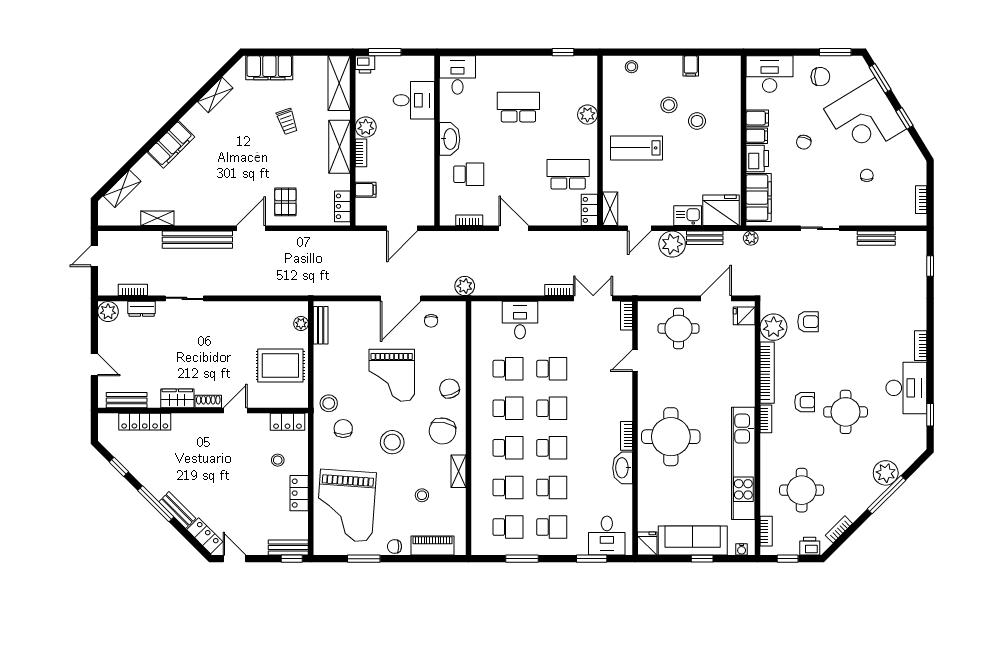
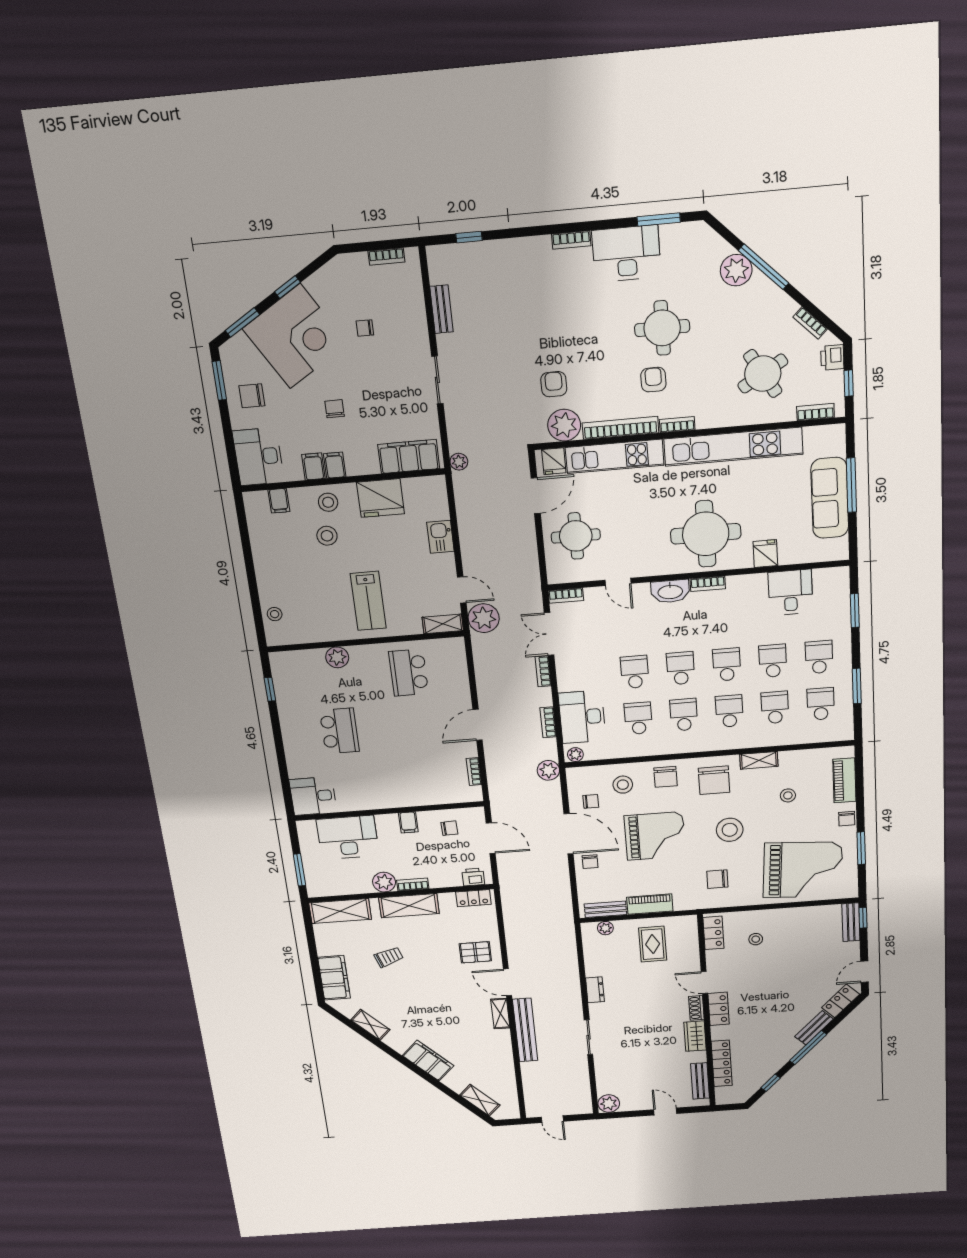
printer: (365, 64) -> (473, 877), moved, turned -90
filing cabinet: (691, 66) -> (279, 501), moved, turned 90
chair: (820, 77) -> (252, 396), turned -90
desk: (414, 100) -> (348, 837), width x1.37
stool: (669, 105) -> (328, 502), moved
school desk: (518, 107) -> (340, 731), turned 180
washbasin: (450, 139) -> (385, 798), removed
chair: (804, 142) -> (335, 409), turned -106
printer: (757, 159) -> (362, 462), removed
school desk: (469, 174) -> (422, 776), removed
filing cabinet: (366, 190) -> (408, 822), moved, turned 180
chair: (415, 192) -> (449, 828), added
locker: (589, 210) -> (447, 646), removed
fridge: (721, 210) -> (381, 498), moved, turned -90
shelving: (157, 218) -> (500, 1014), moved
bench: (705, 238) -> (465, 515), removed
plant: (672, 244) -> (484, 618), moved
bookcase: (133, 290) -> (548, 722), moved
door: (716, 298) -> (536, 496), swing flipped
dresser: (142, 309) -> (595, 990), moved
plant: (478, 311) -> (575, 755), added
chair: (371, 315) -> (590, 862), added
desk: (520, 320) -> (582, 717), width x1.37
door: (94, 365) -> (665, 1112), hinge flipped
rug: (280, 366) -> (653, 944), width x0.73, depth x0.70
piano: (323, 366) -> (650, 904), added
kitchen unit: (744, 366) -> (615, 456), added
chair: (450, 389) -> (665, 777), turned -72
stool: (329, 403) -> (623, 785), moved
window: (930, 415) -> (659, 219), width x1.50
chair: (442, 431) -> (714, 780), turned 79
washbasin: (623, 468) -> (670, 591), moved
round table: (802, 490) -> (763, 374), turned -31
locker: (299, 493) -> (719, 1009), moved, turned -90
desk: (607, 536) -> (790, 592), moved, turned -90
fridge: (647, 544) -> (765, 554), moved, turned 90
water cooler: (742, 549) -> (839, 440), removed
window: (702, 559) -> (851, 485), width x2.17

